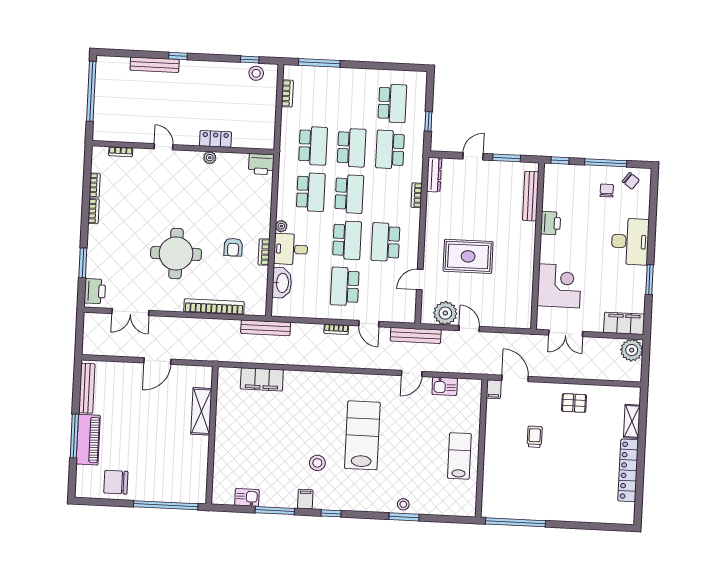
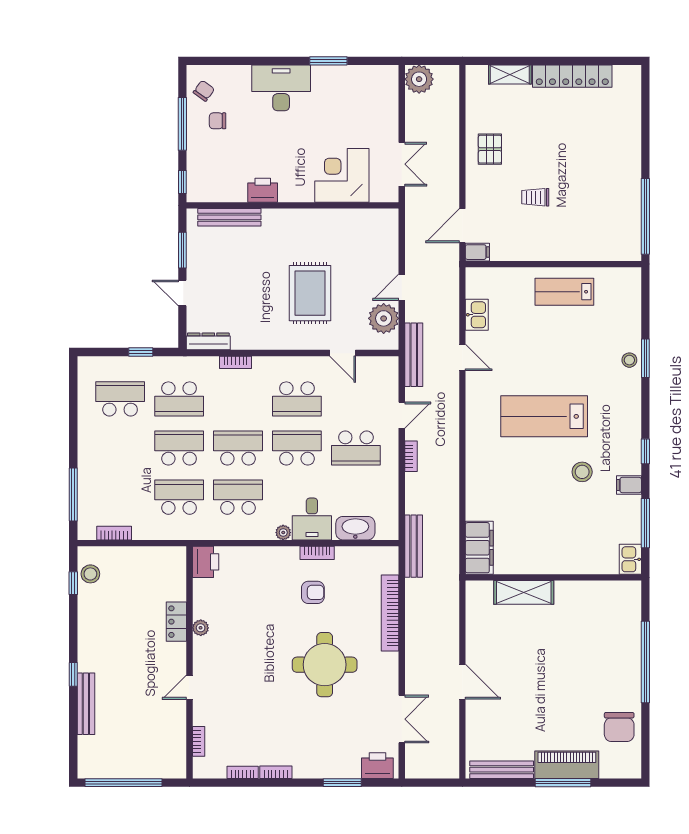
filing cabinet: (624, 323) -> (385, 90), removed
shelving: (201, 411) -> (524, 592), moved
wall: (212, 435) -> (553, 577), moved

